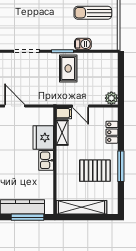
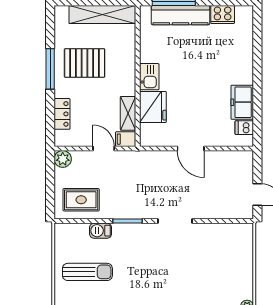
rug: (68, 68) -> (81, 200), moved, turned 90

